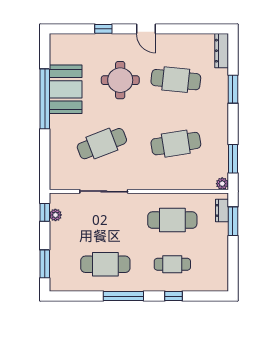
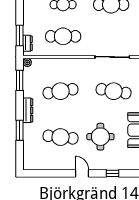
dresser: (222, 51) -> (28, 110), moved
cafe table: (102, 144) -> (114, 91), turned 30

